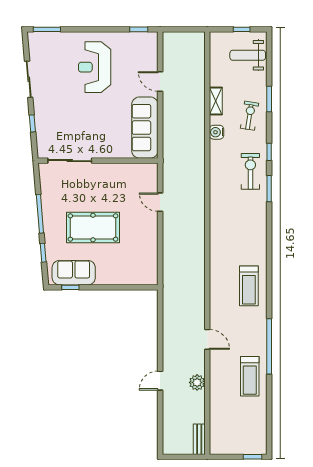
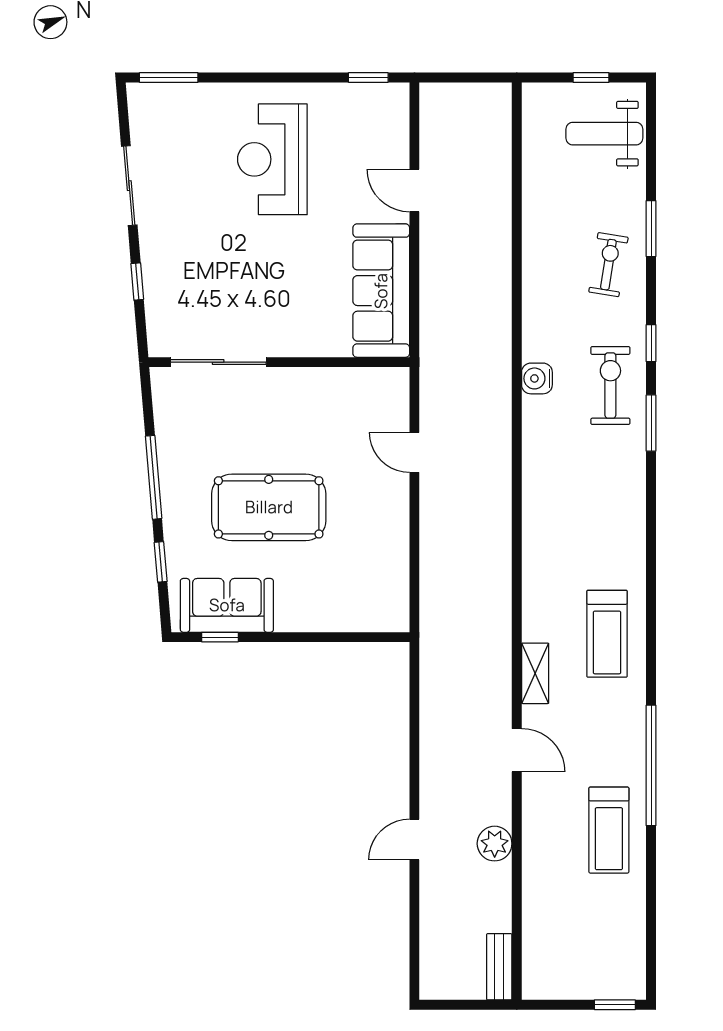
shelving: (216, 101) -> (535, 673), moved
water cooler: (217, 132) -> (537, 378), moved

